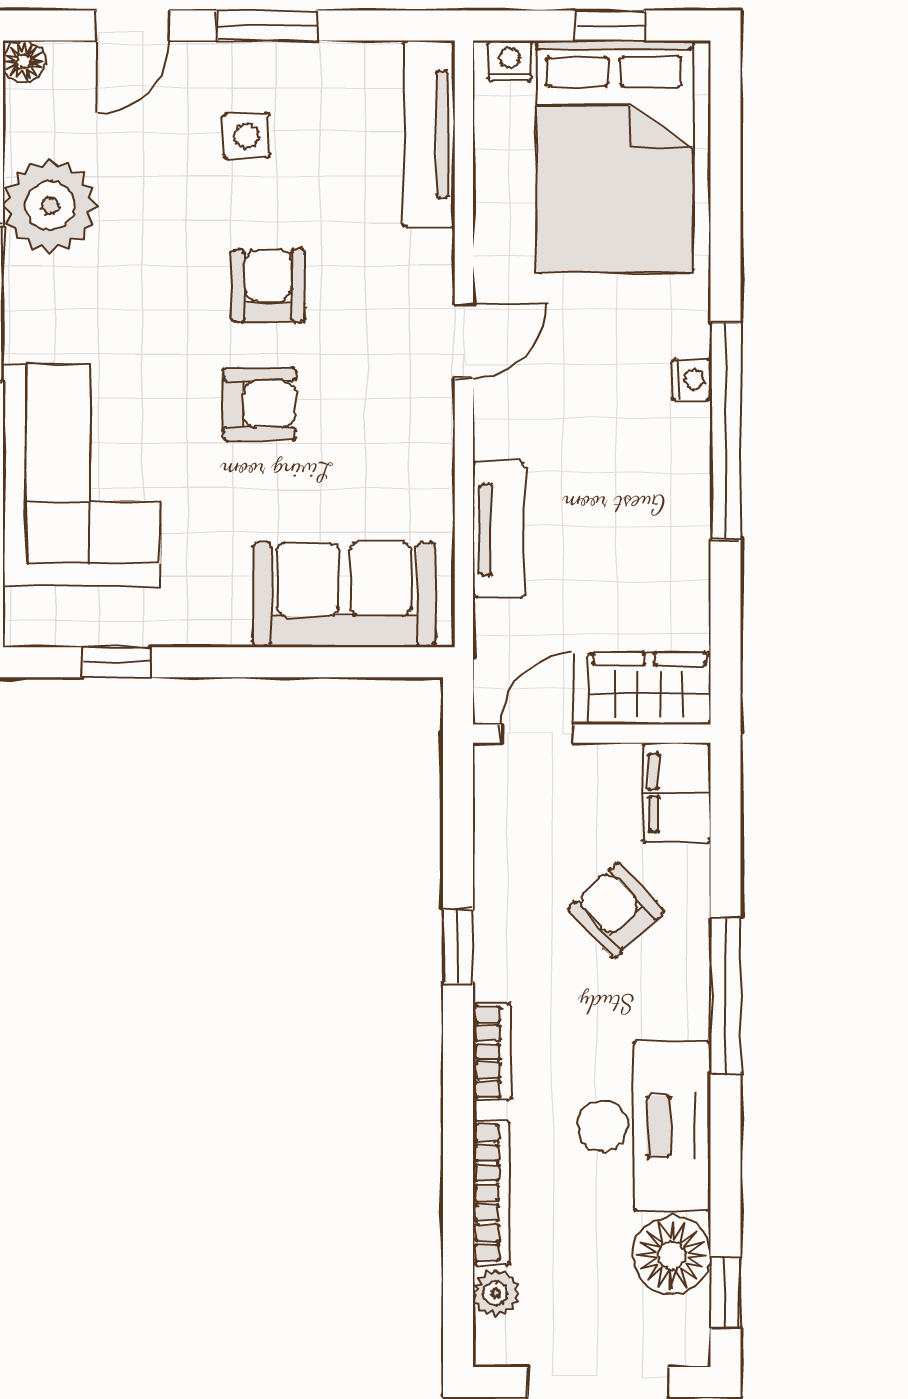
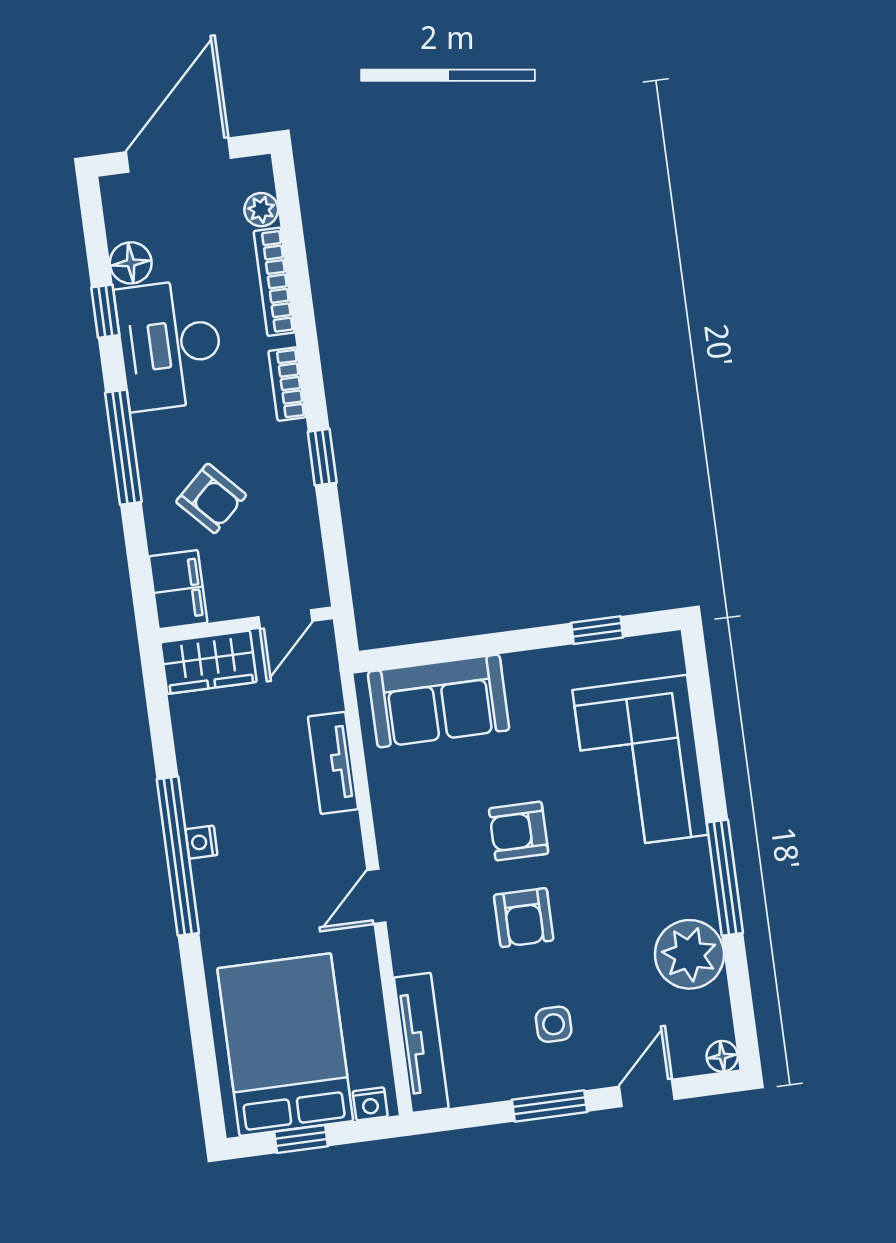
nightstand: (691, 379) -> (201, 842), moved
floor lamp: (672, 1255) -> (131, 263), width x0.73, depth x0.73
window: (726, 1293) -> (105, 311), moved

